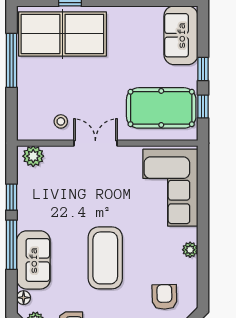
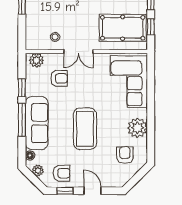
double door: (95, 143) -> (78, 51), swing flipped
armchair: (67, 183) -> (59, 78), added
plant: (190, 250) -> (137, 128), width x1.87, depth x1.87
sofa: (33, 260) -> (37, 123), width x1.36

